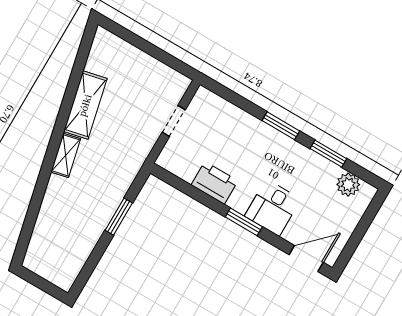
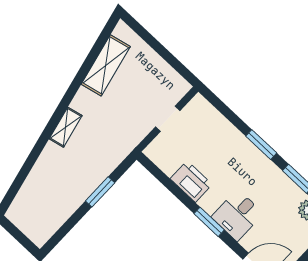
shelving: (85, 105) -> (106, 65), moved

